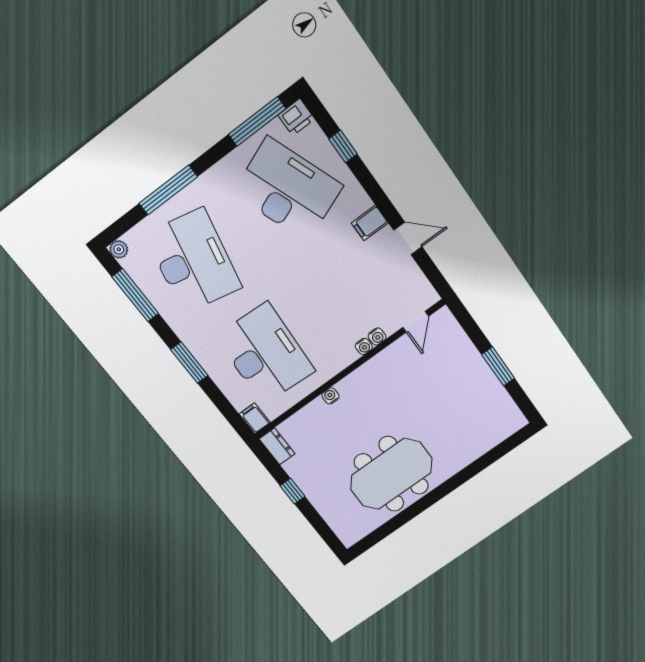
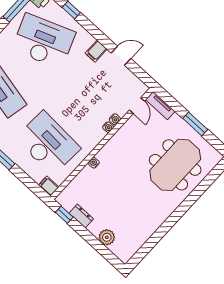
tv unit: (452, 328) -> (160, 105), added
dresser: (277, 446) -> (81, 216), moved
meeting table: (391, 474) -> (175, 165), moved
window: (293, 491) -> (64, 215), moved
plant: (328, 507) -> (107, 237), added

